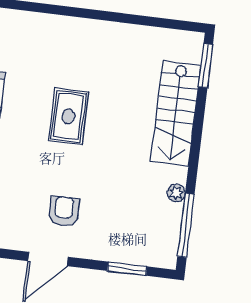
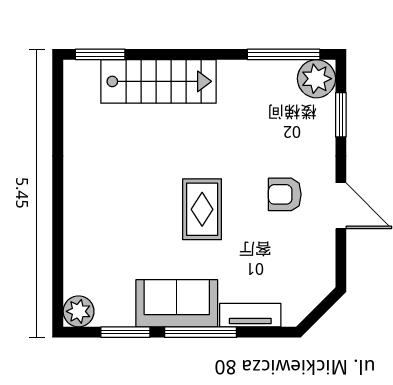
rug: (68, 116) -> (202, 209), moved, turned 90
plant: (176, 193) -> (316, 79), moved, width x1.88, depth x1.88

